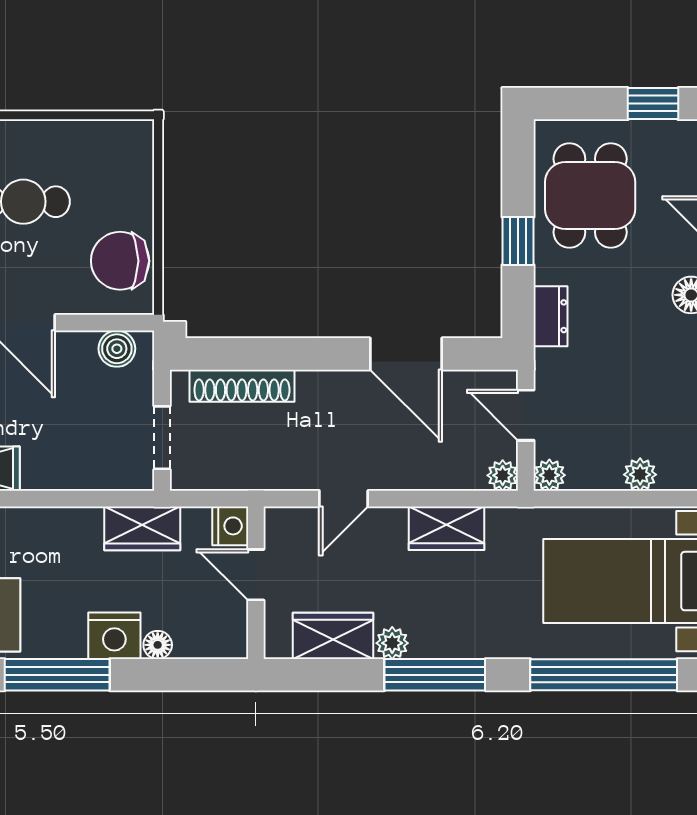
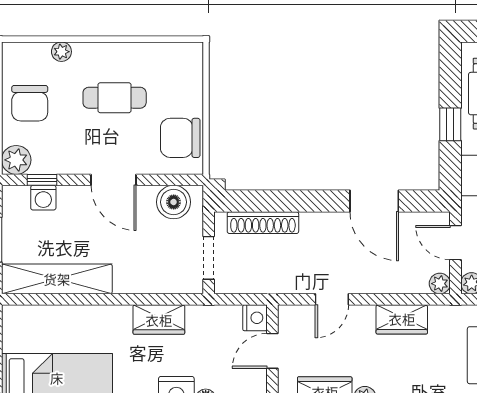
boiler: (117, 349) -> (174, 202), width x1.36, depth x1.36
wardrobe: (142, 528) -> (159, 320), moved
door: (256, 575) -> (272, 351), hinge flipped

